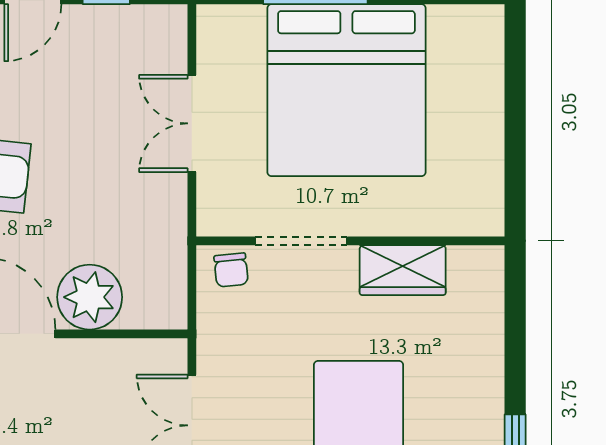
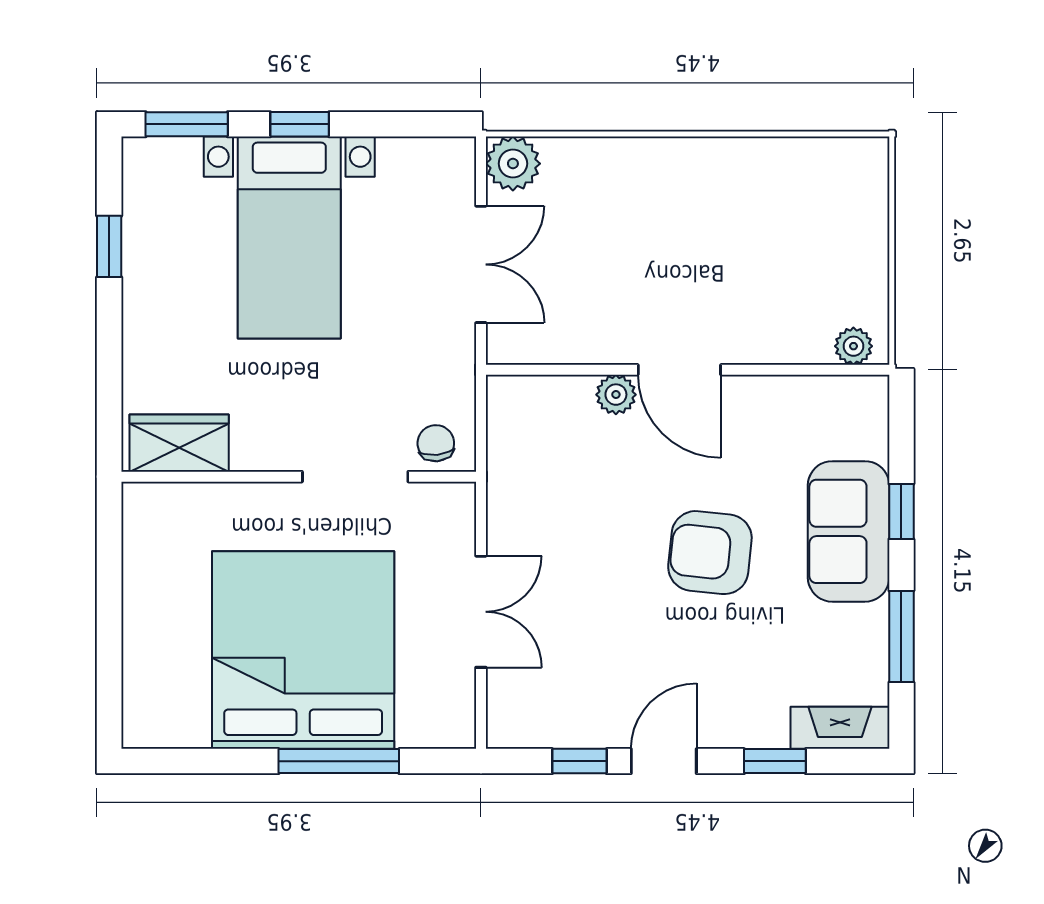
wardrobe: (403, 270) -> (179, 443), moved
plant: (90, 297) -> (616, 395), width x0.53, depth x0.53

